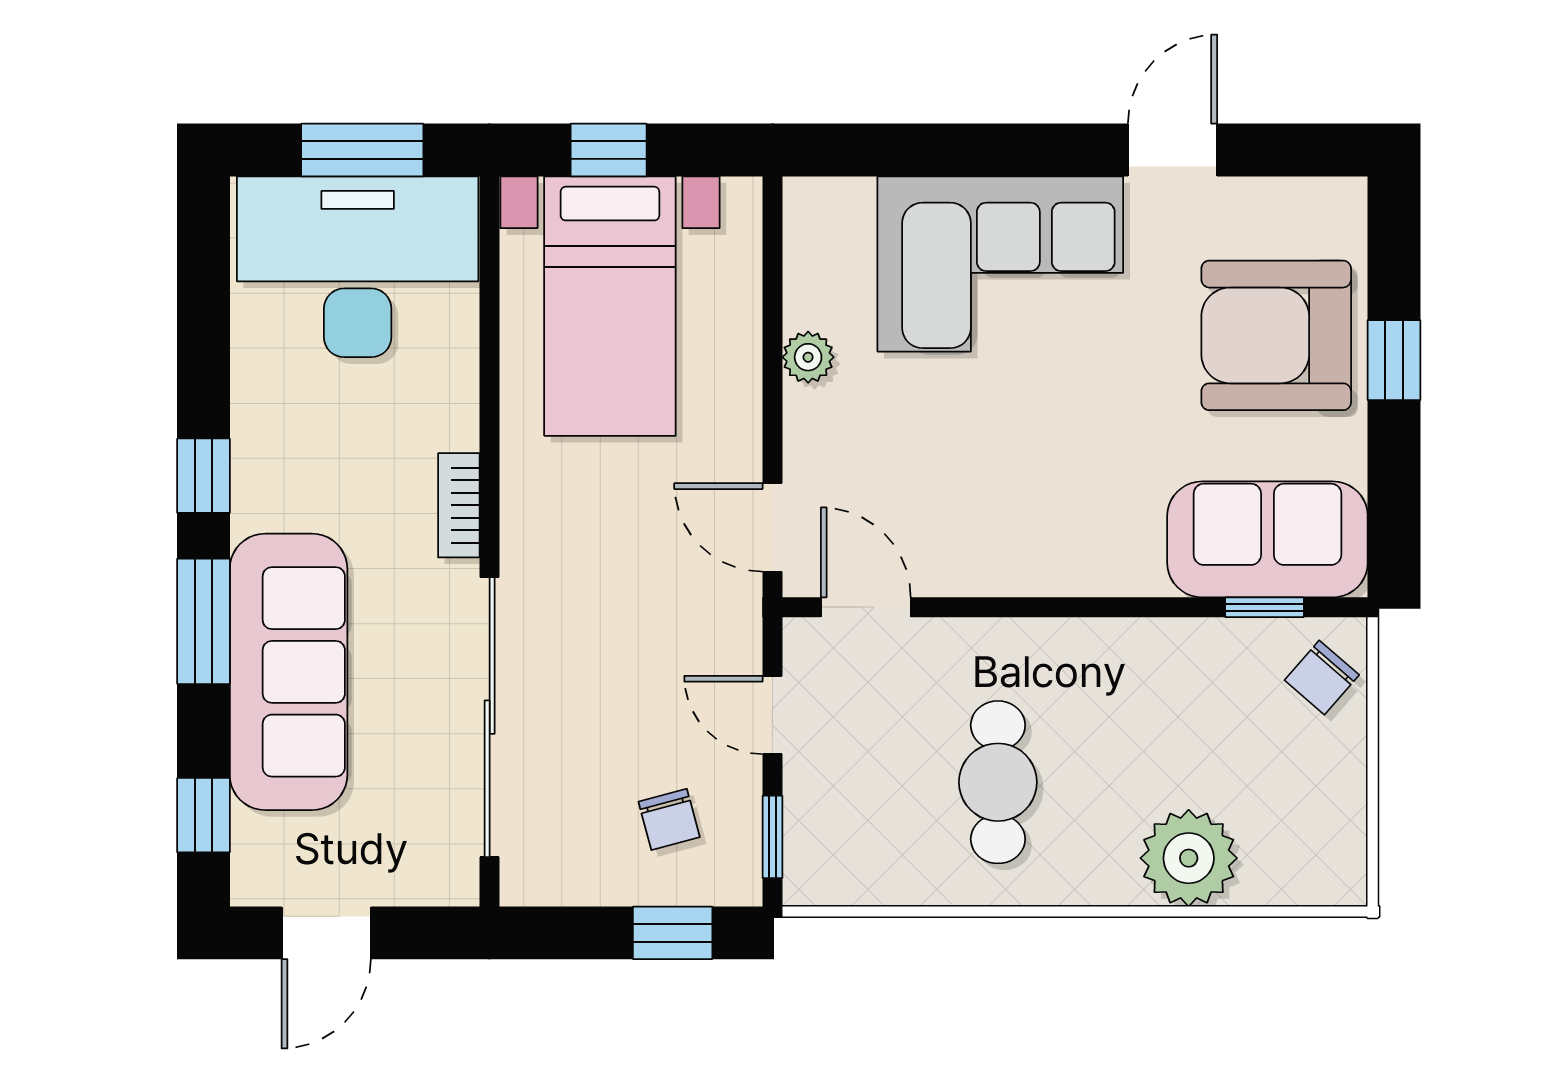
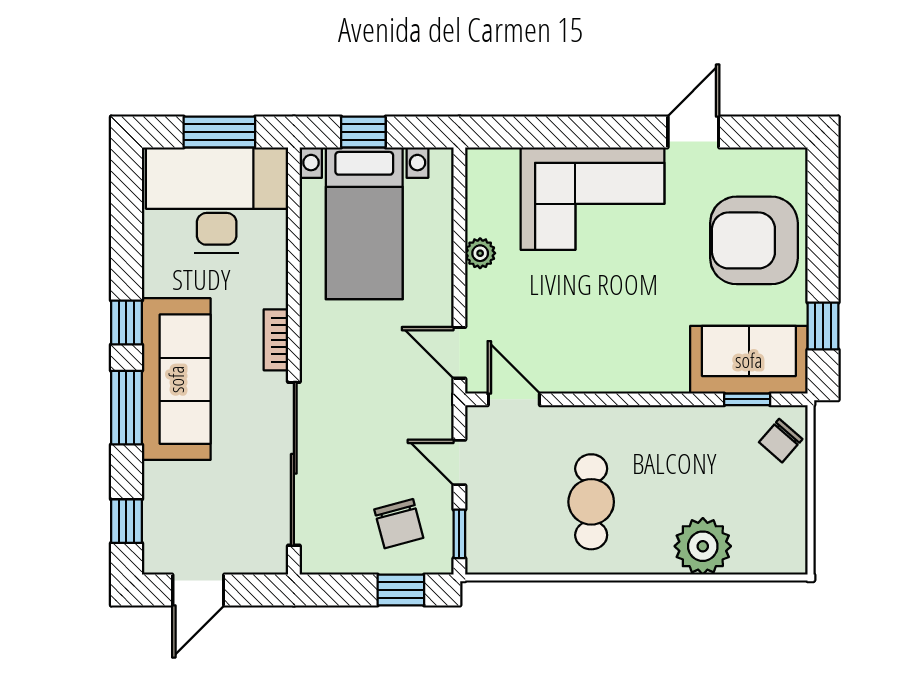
window: (1394, 360) -> (823, 326), moved
sofa: (289, 672) -> (176, 379), moved
chair: (669, 819) -> (399, 524), width x1.37, depth x1.37

